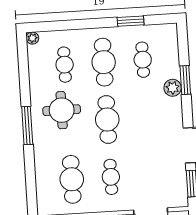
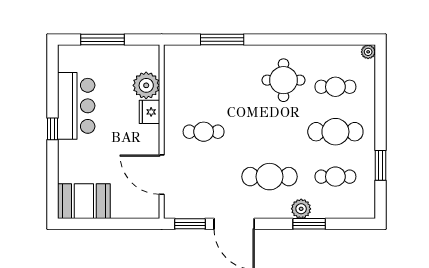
cafe table: (107, 120) -> (269, 177), moved
window: (27, 126) -> (222, 40), moved
cafe table: (72, 179) -> (204, 87), removed

